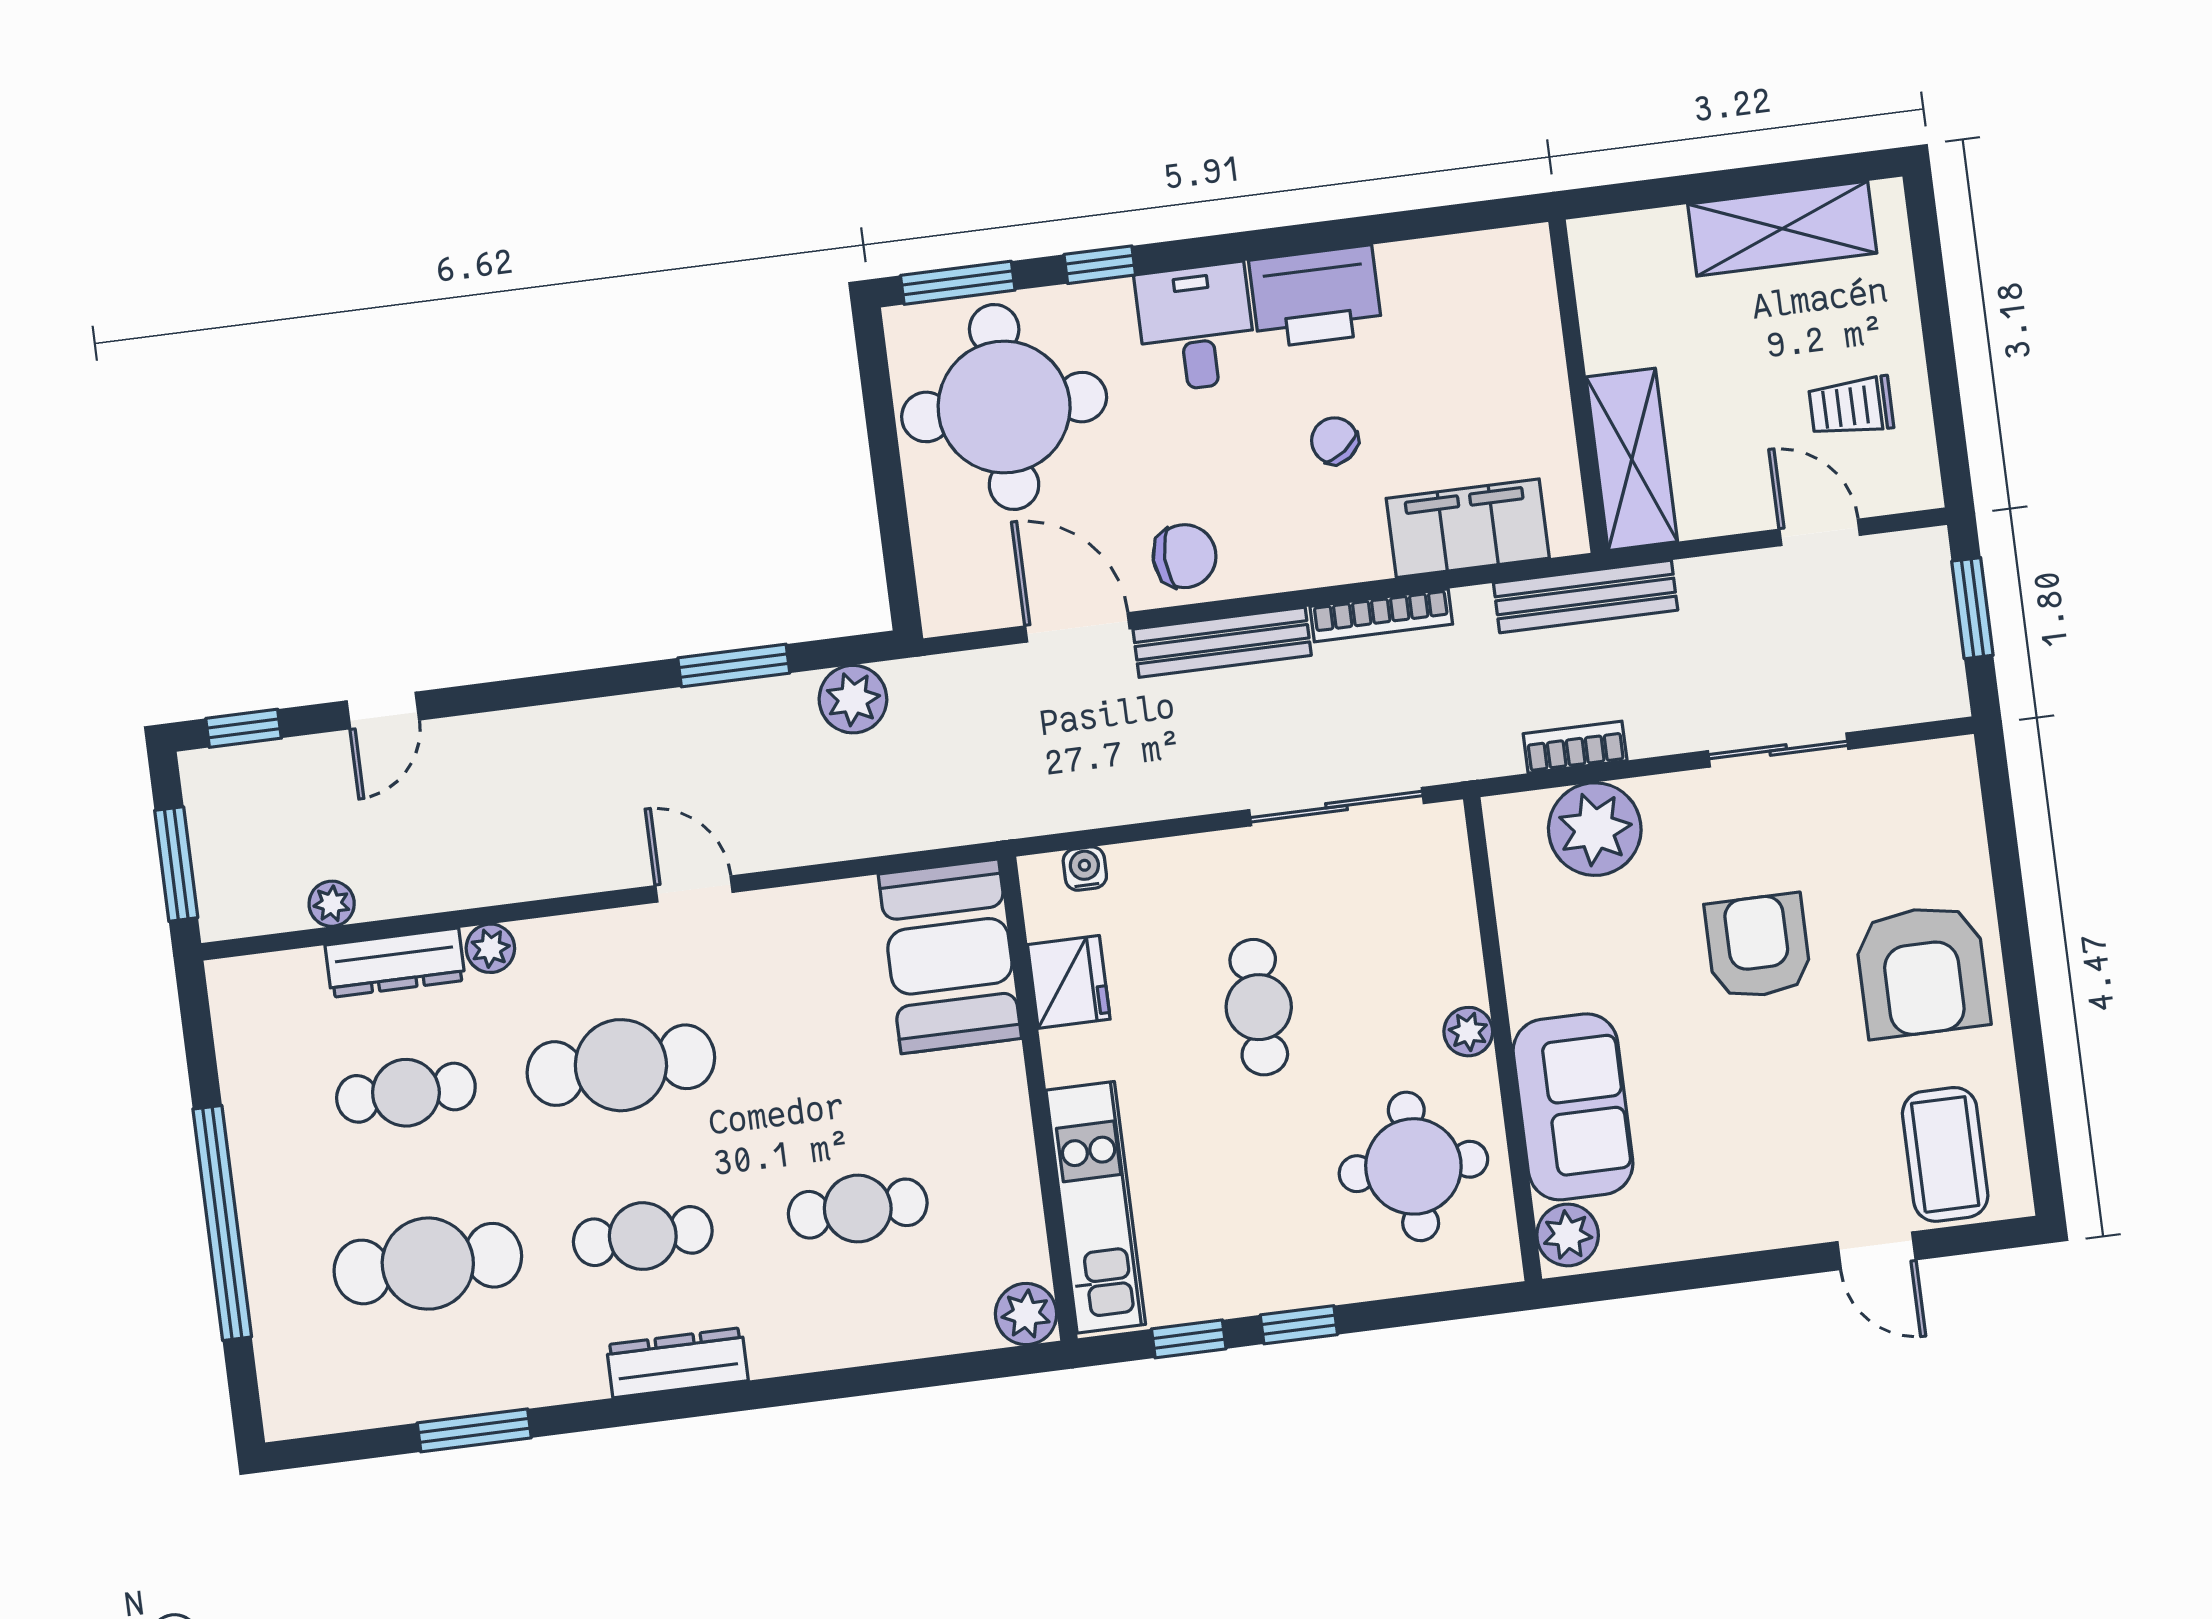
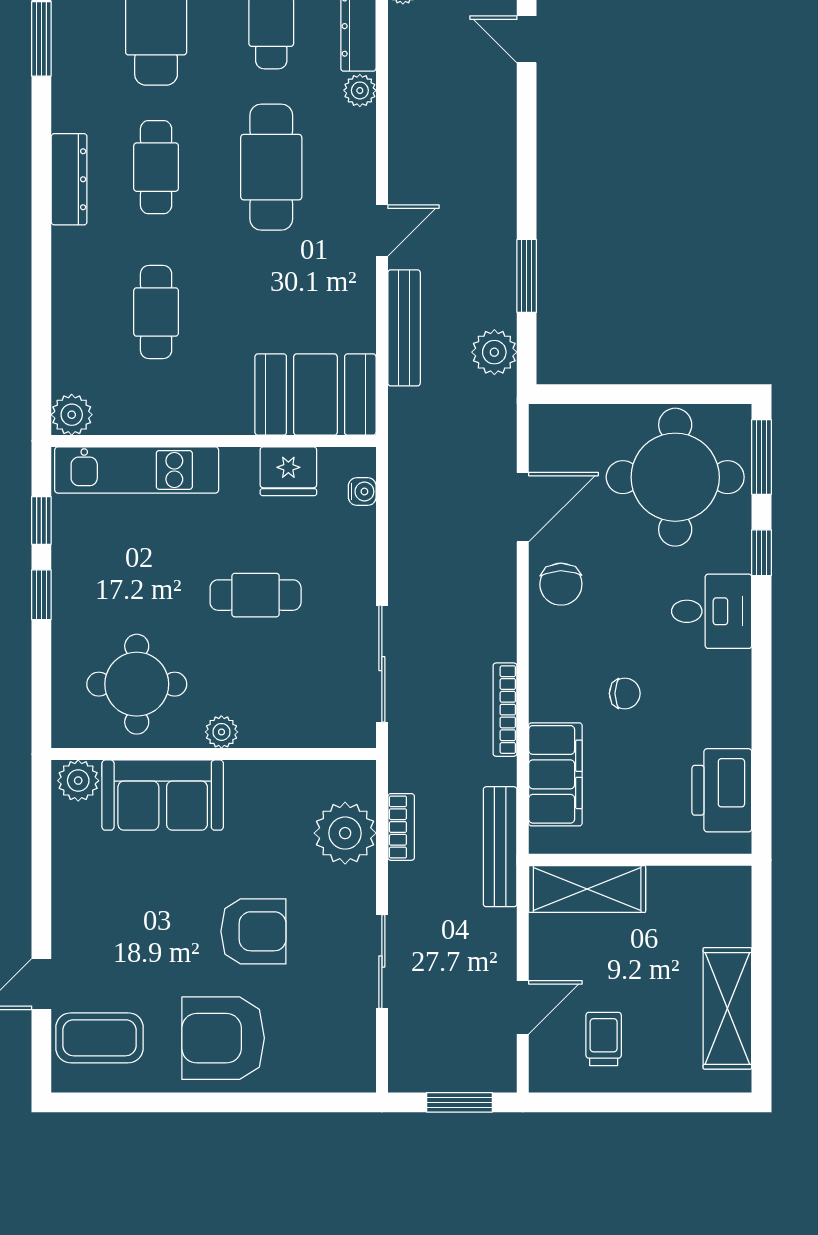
printer: (1316, 297) -> (722, 790), moved
chair: (1335, 441) -> (625, 693), turned 37
bench: (1222, 642) -> (404, 328), moved

